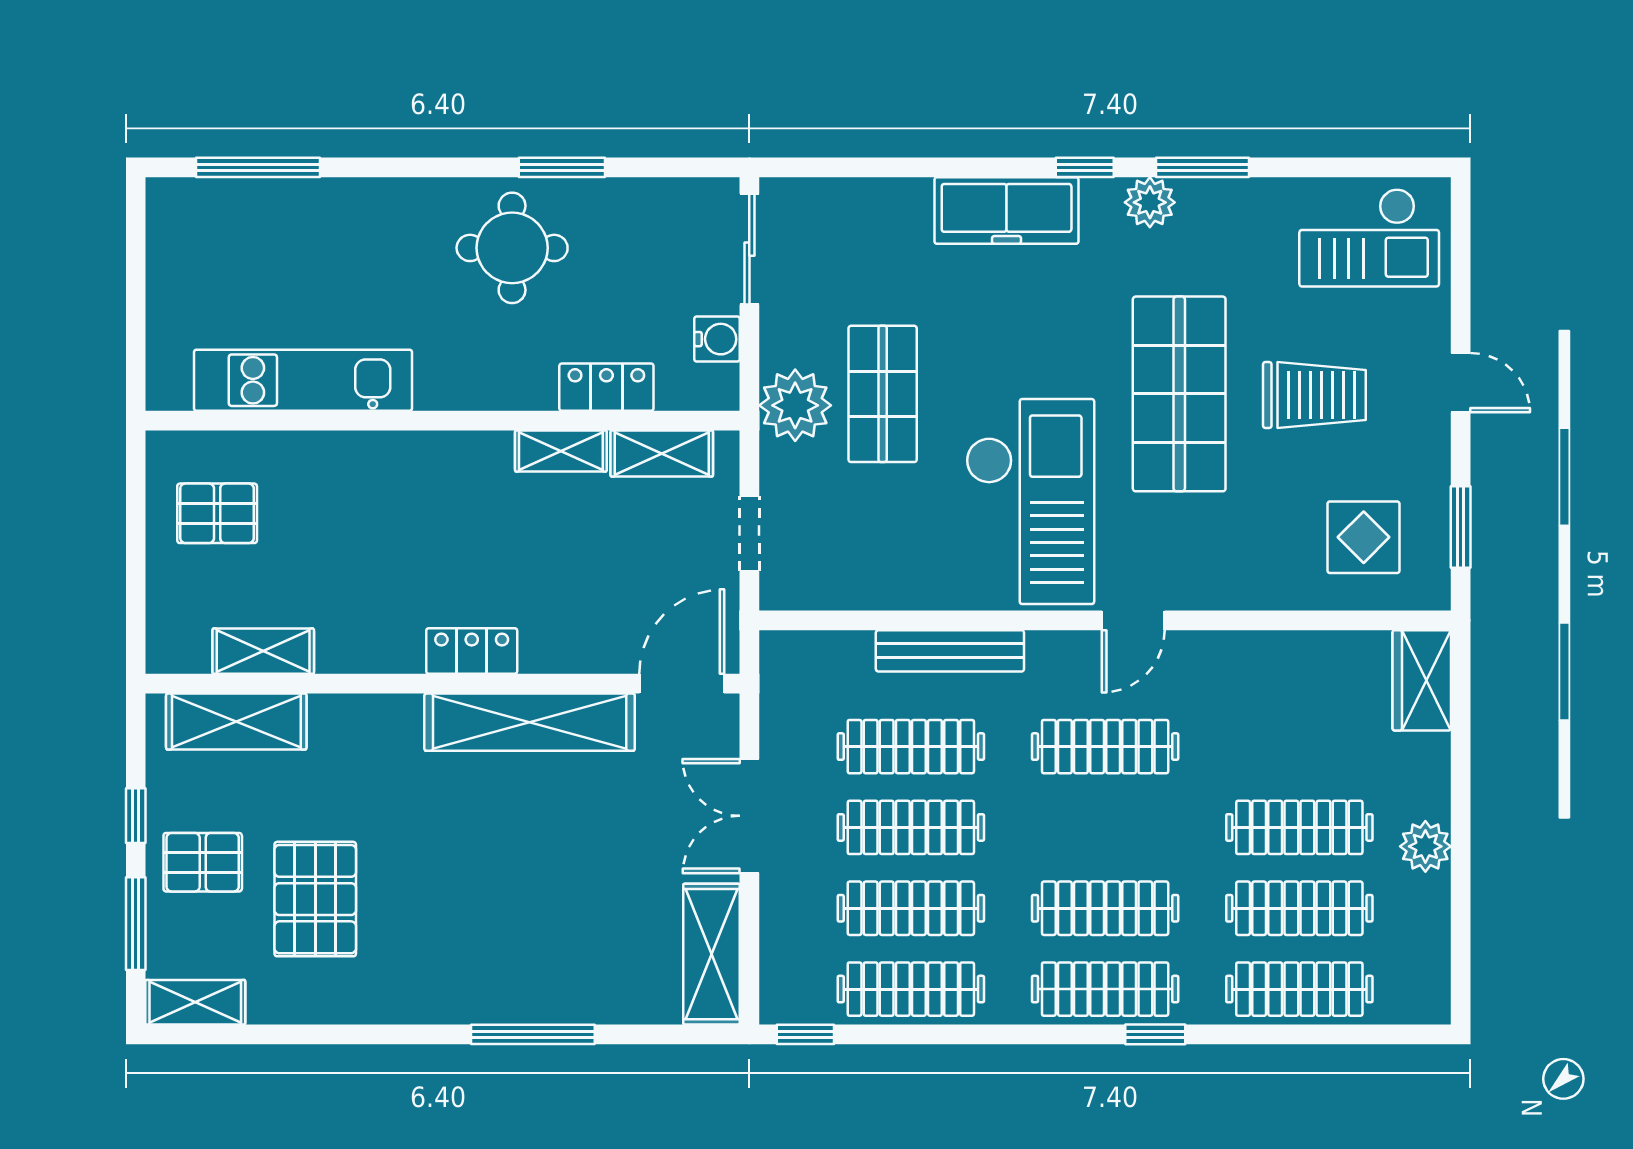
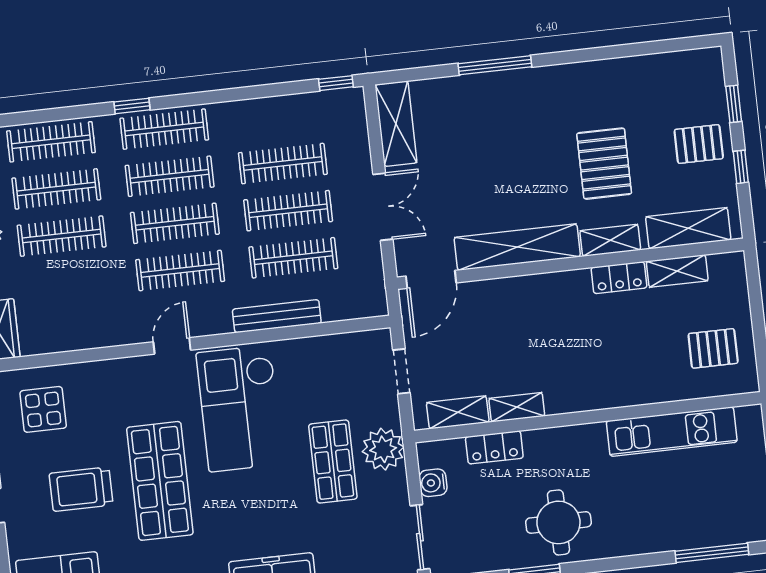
locker: (472, 651) -> (619, 278), moved
pallet: (315, 899) -> (604, 164), moved
window: (136, 924) -> (734, 104), width x0.67
clothes rail: (911, 989) -> (175, 223), moved
shelving: (195, 1002) -> (610, 240), moved

